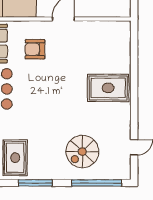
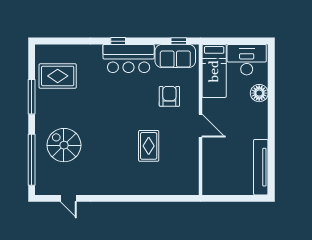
rug: (108, 88) -> (149, 146), moved, width x0.73, depth x0.70

